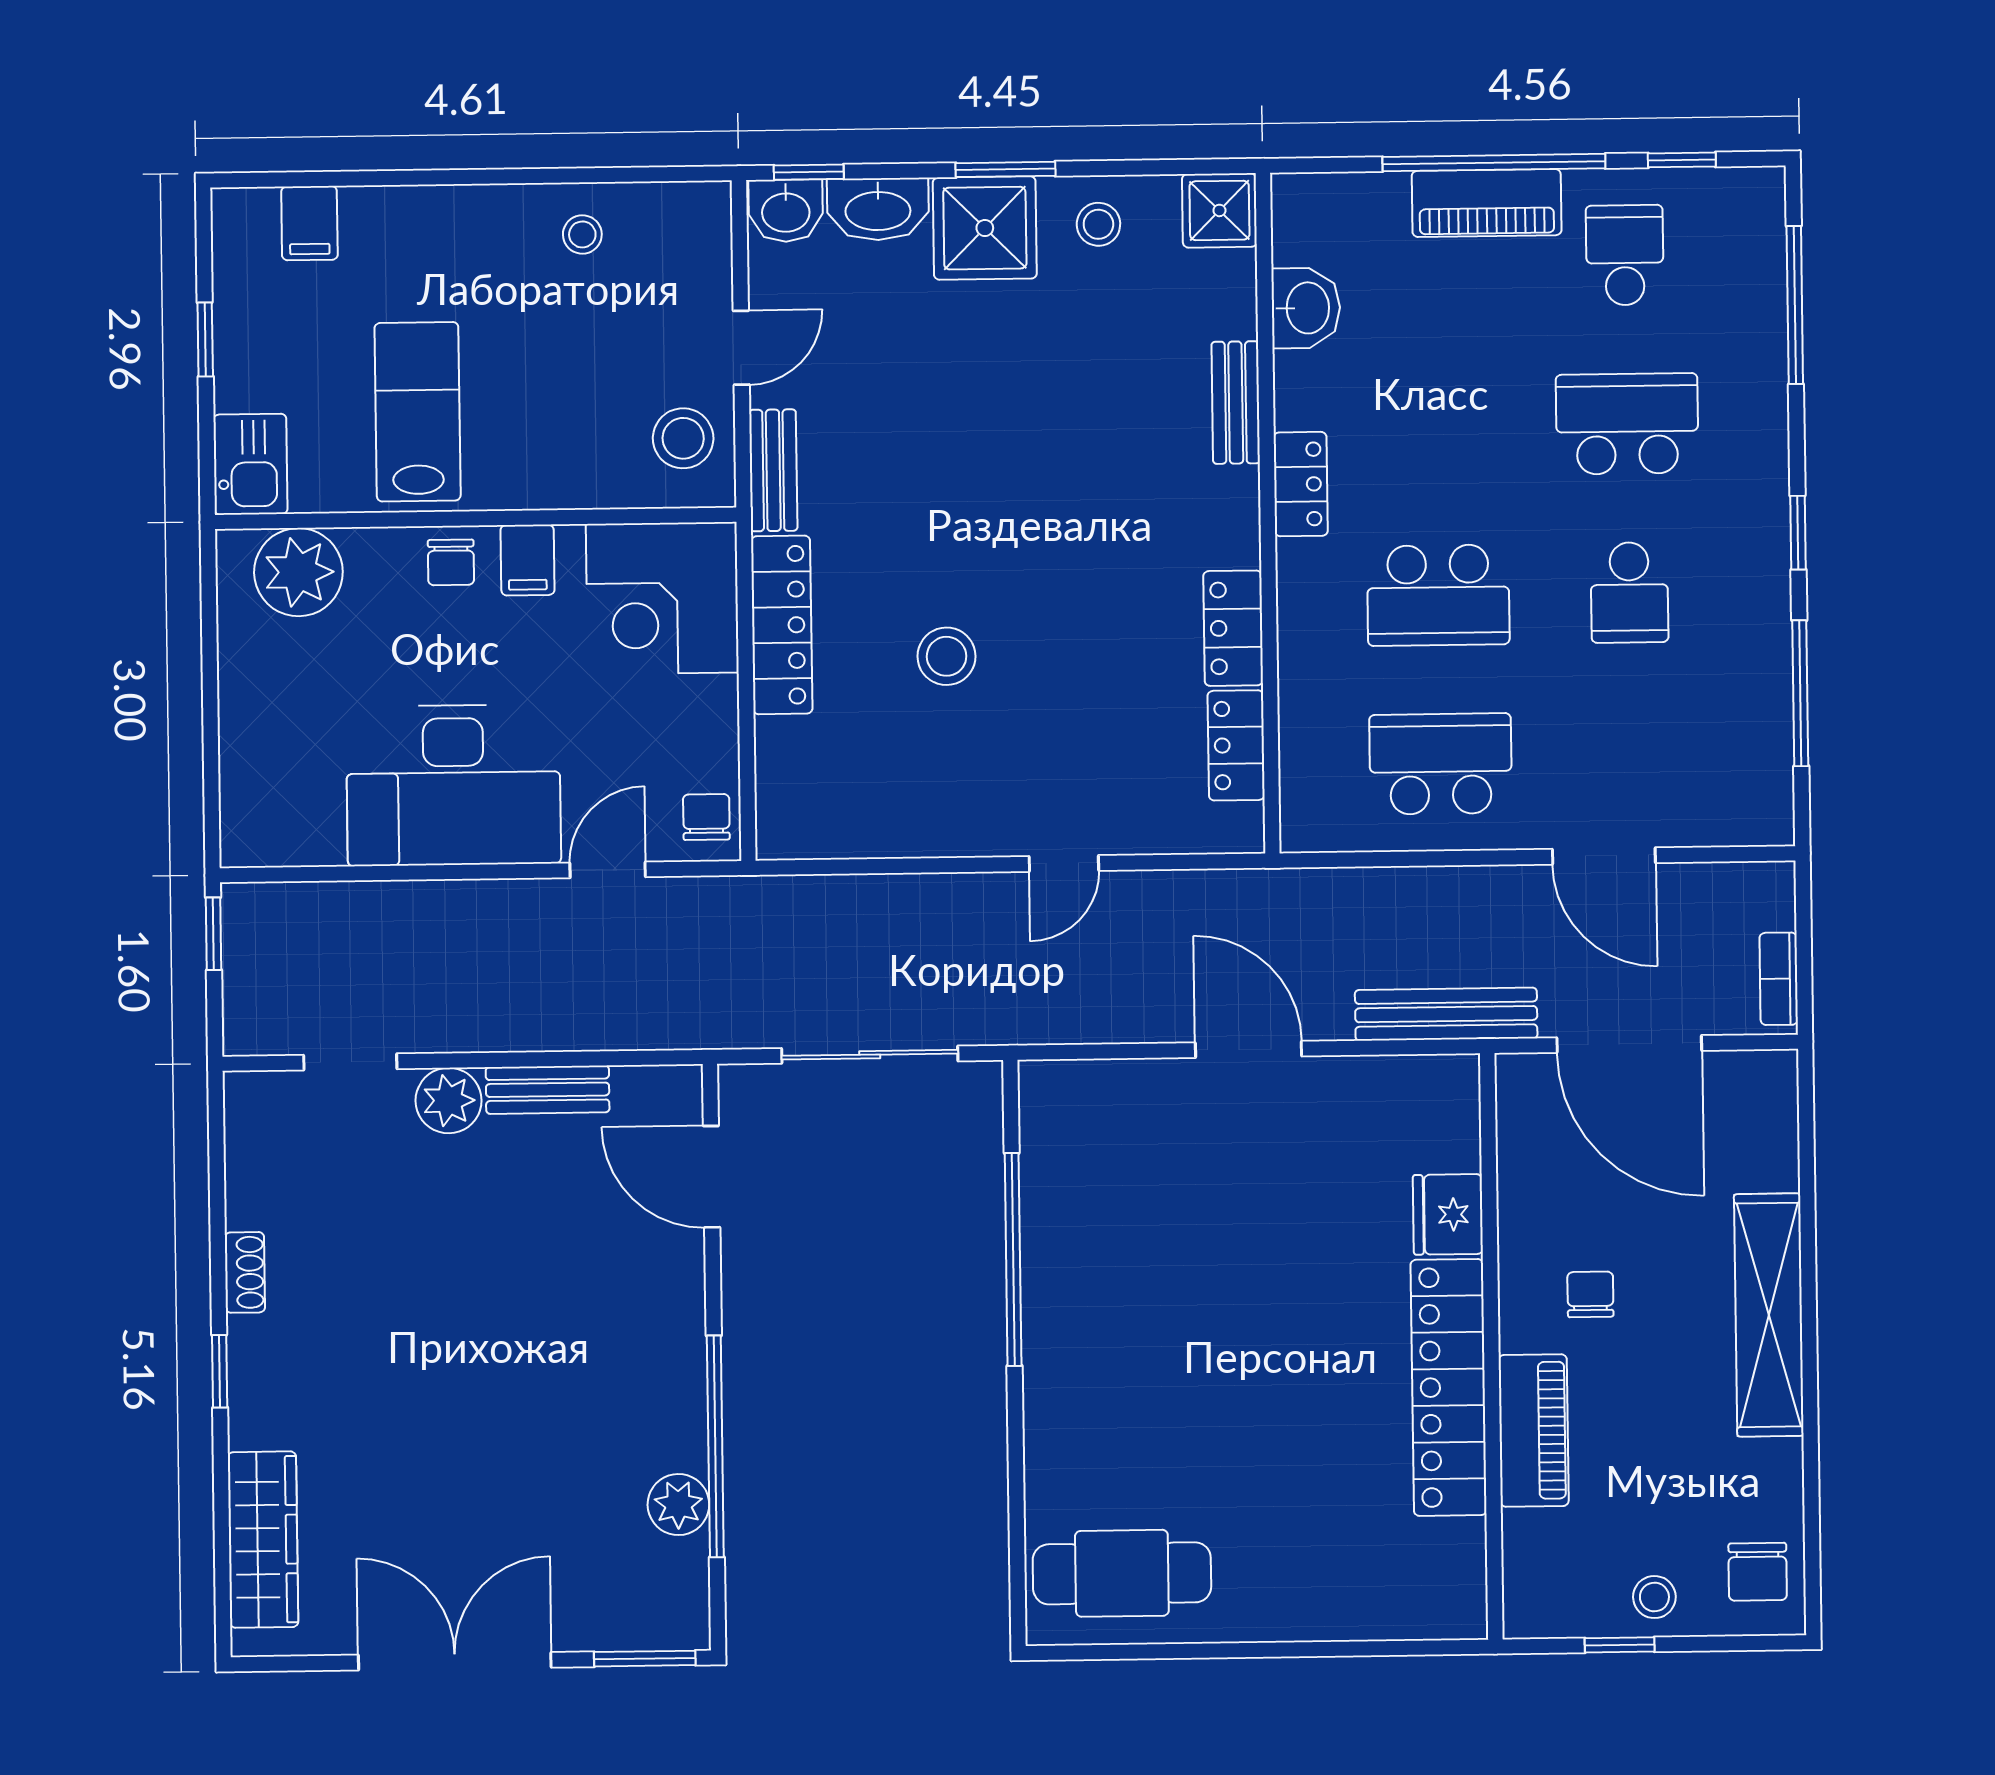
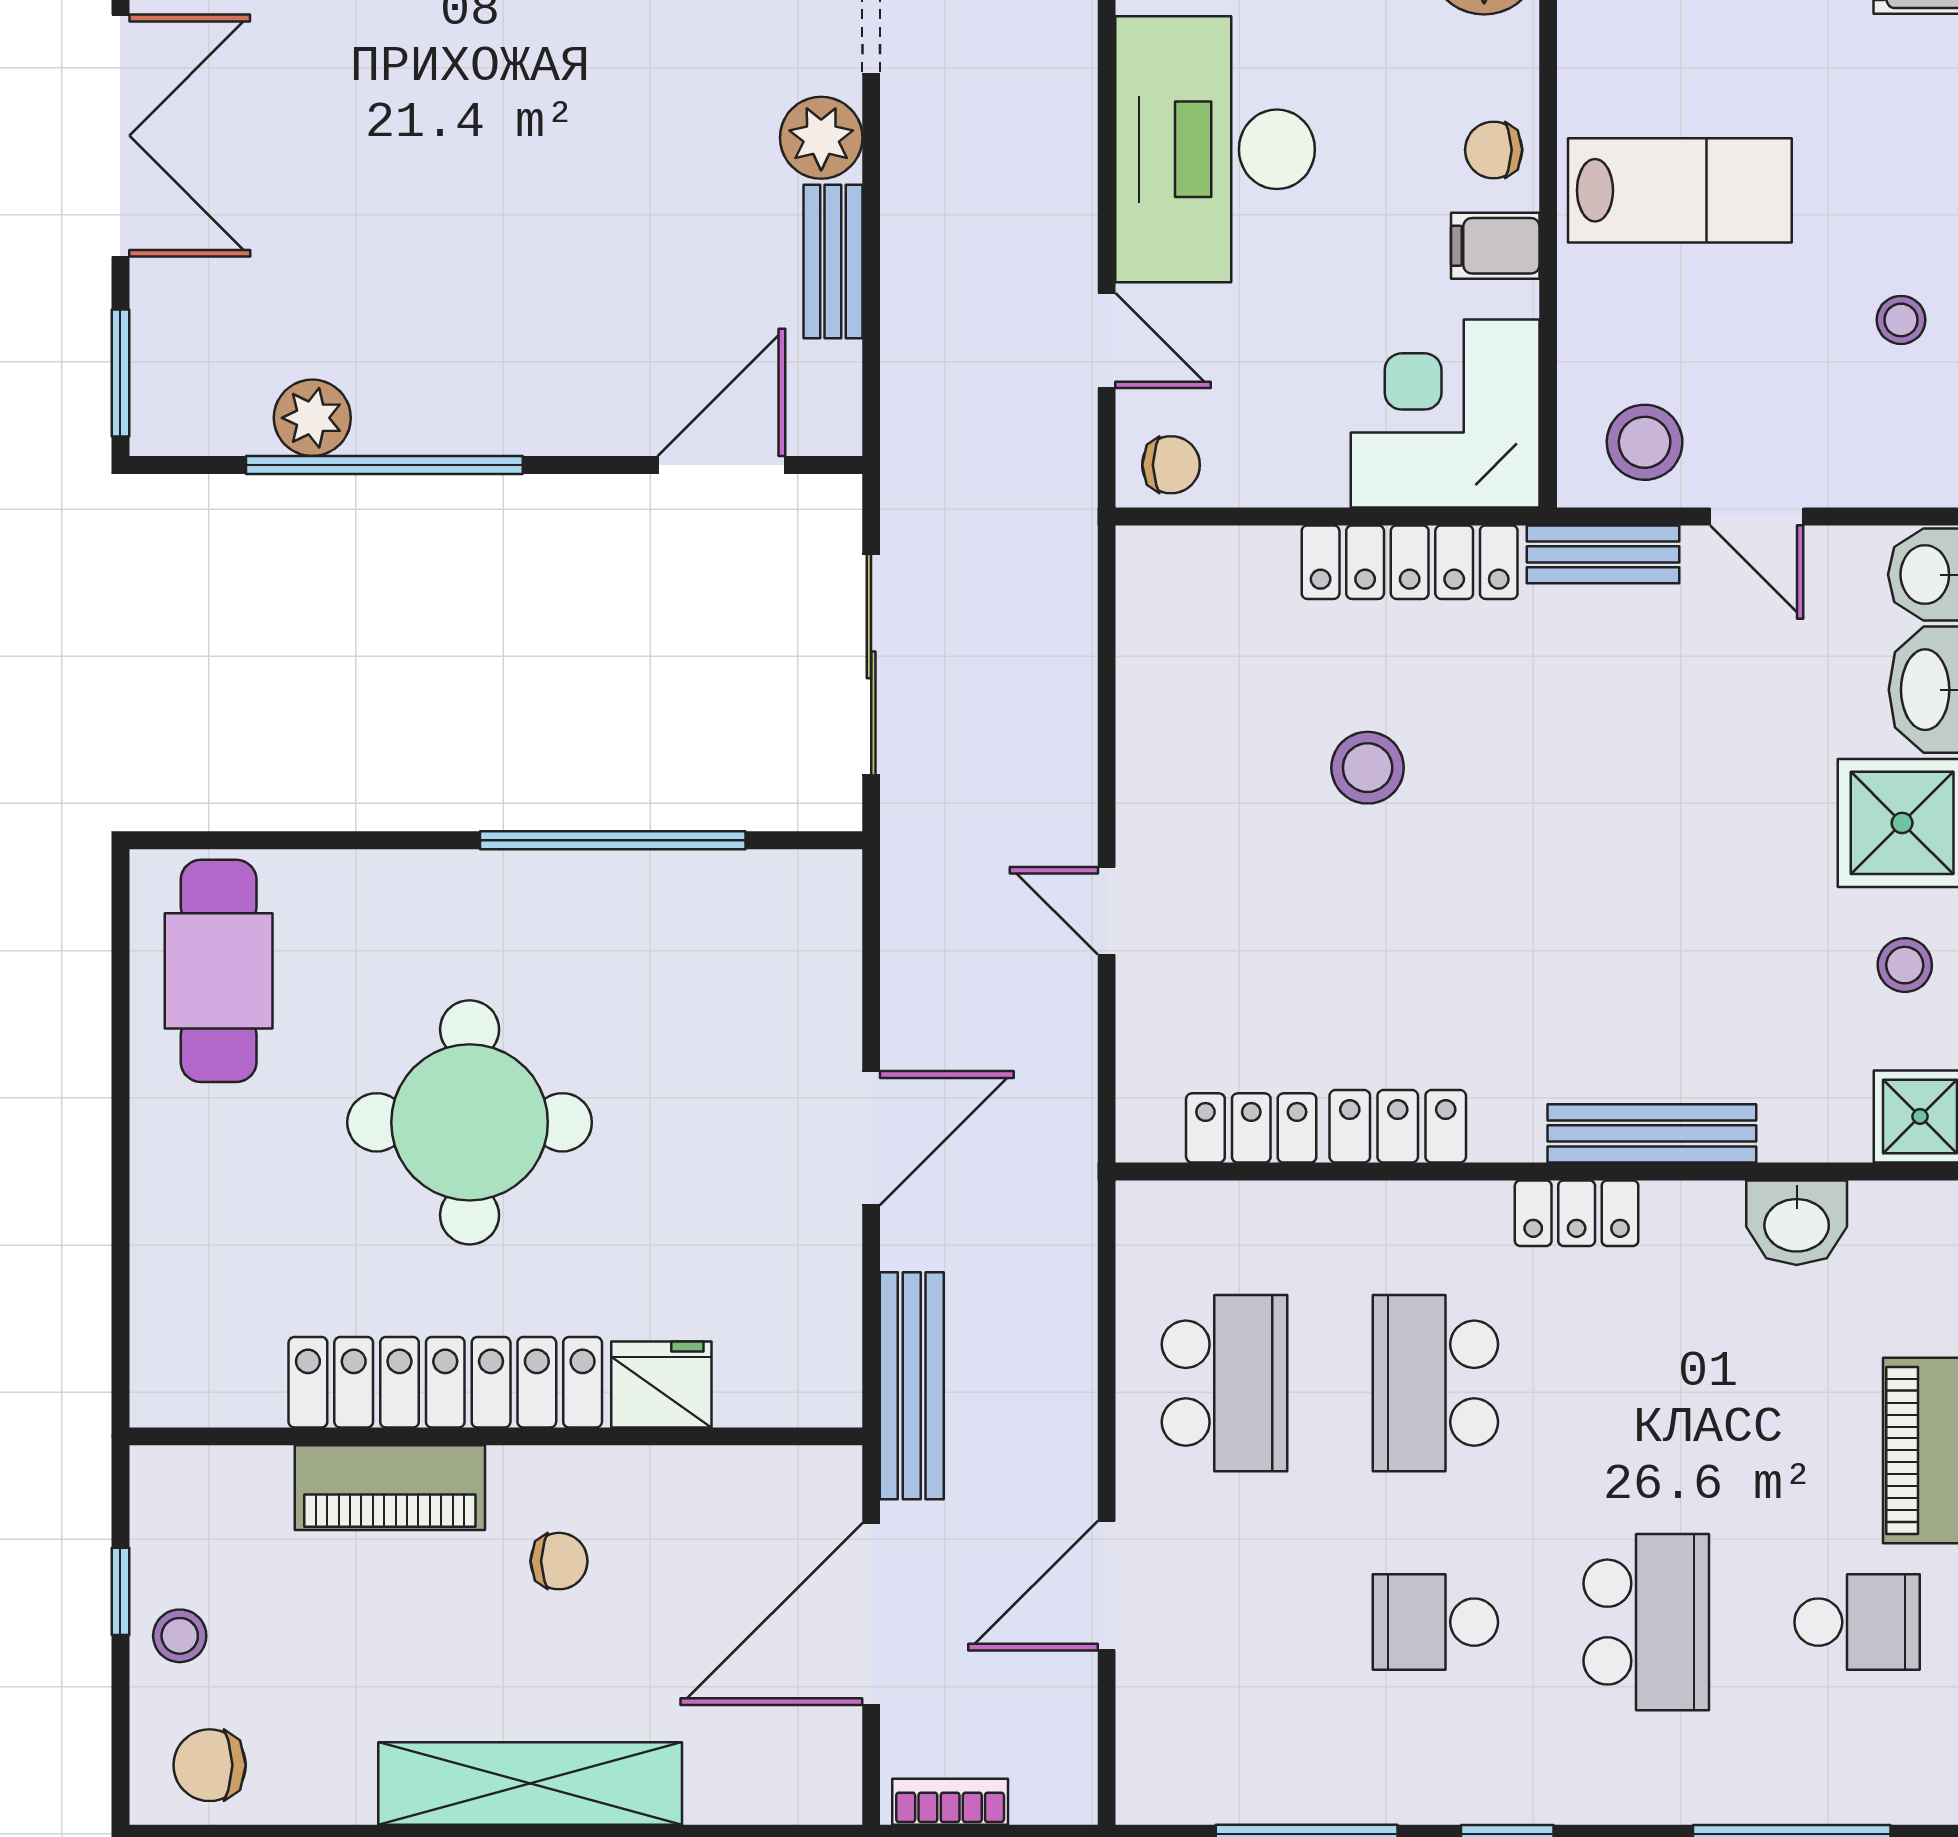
bench: (1236, 403) -> (1652, 1133), width x1.36
lab bench: (418, 412) -> (1680, 190), moved
round table: (1240, 1371) -> (470, 1122), added

